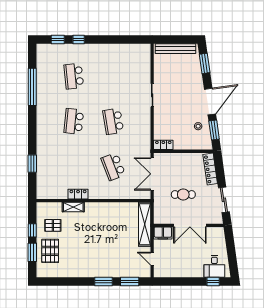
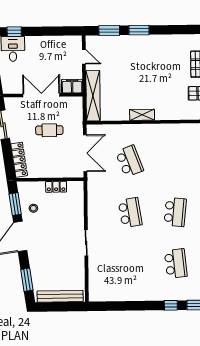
locker: (163, 145) -> (56, 187), moved
locker: (78, 194) -> (169, 129), removed
shelving: (73, 207) -> (142, 115), moved

